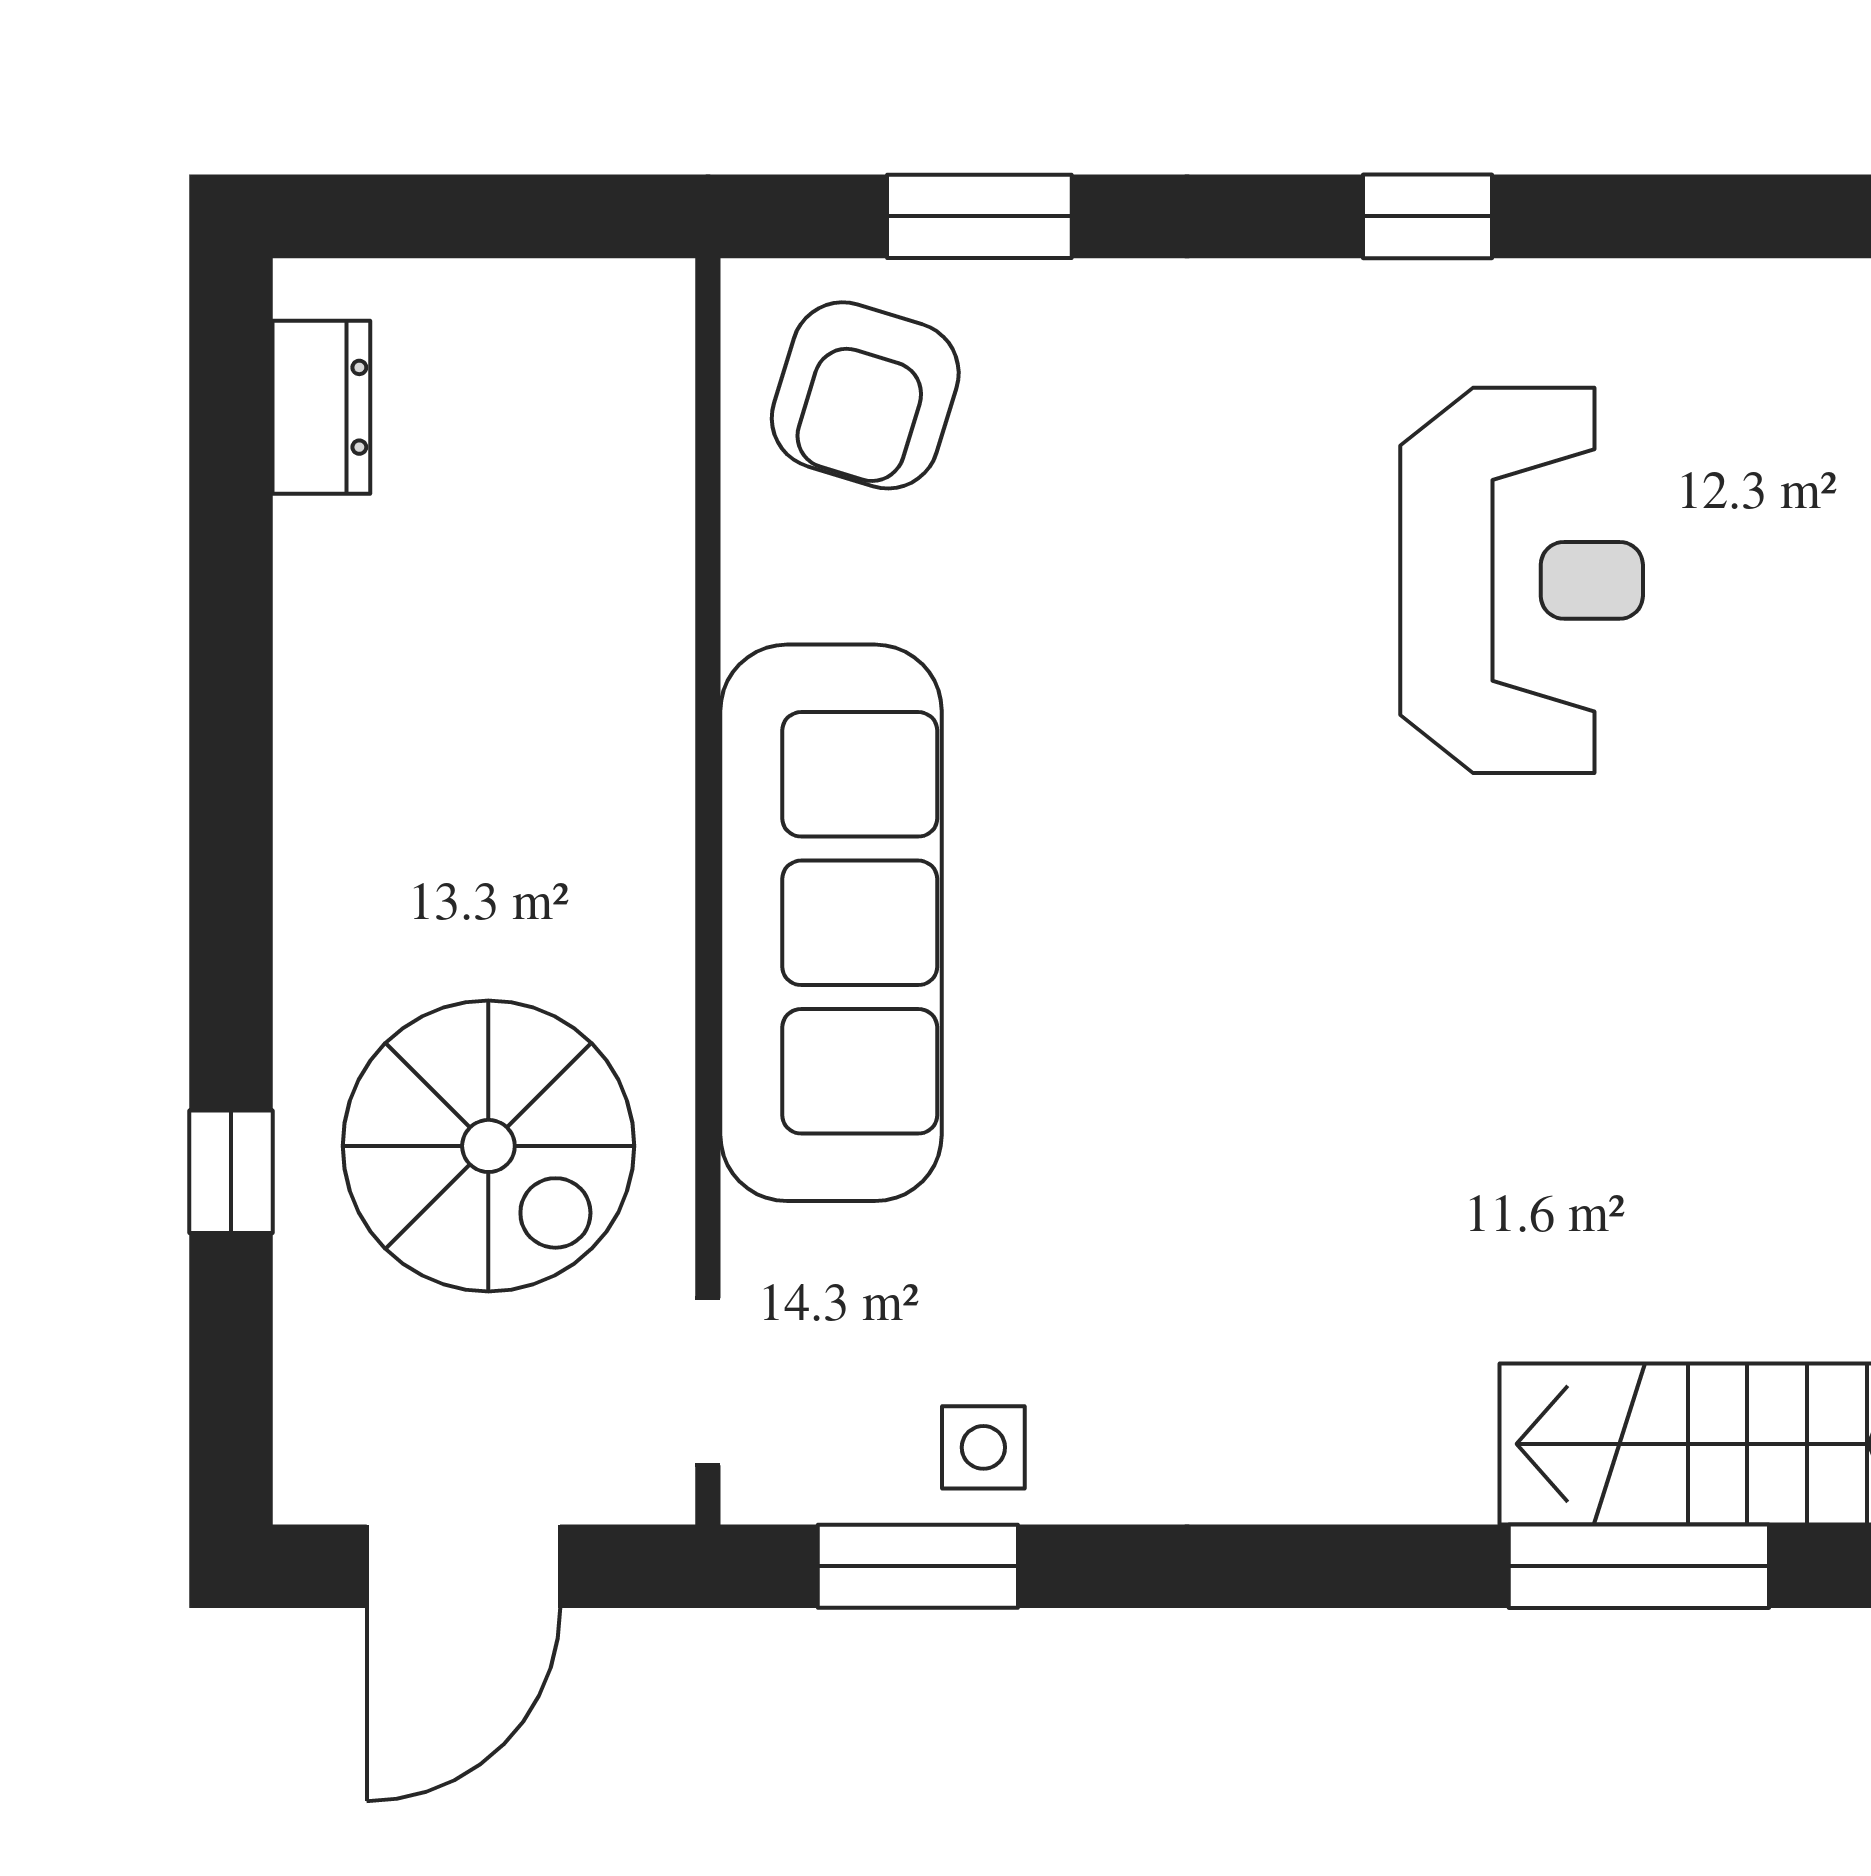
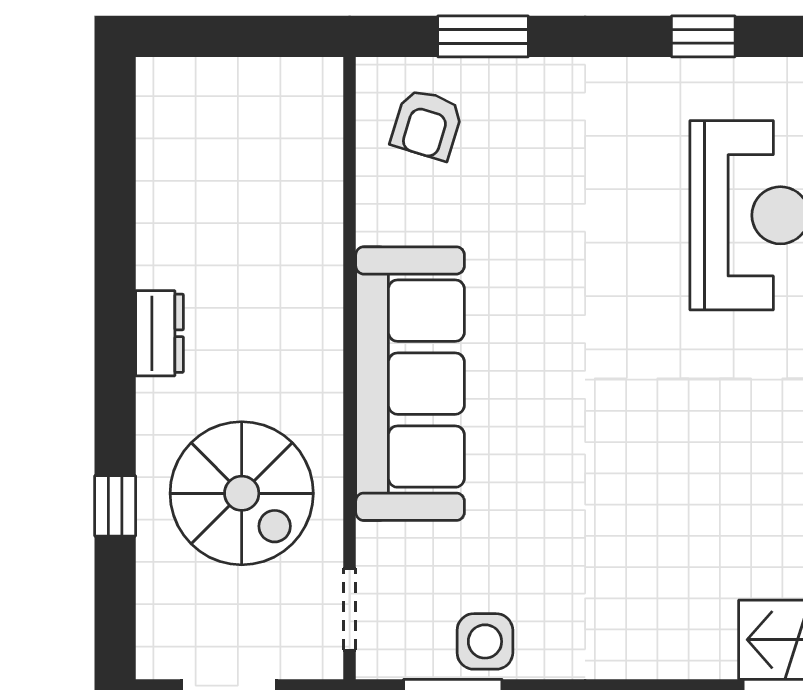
armchair: (865, 395) -> (427, 124), width x0.72, depth x0.72
dresser: (321, 407) -> (160, 333), moved
side table: (983, 1447) -> (485, 641), width x1.37, depth x1.37

